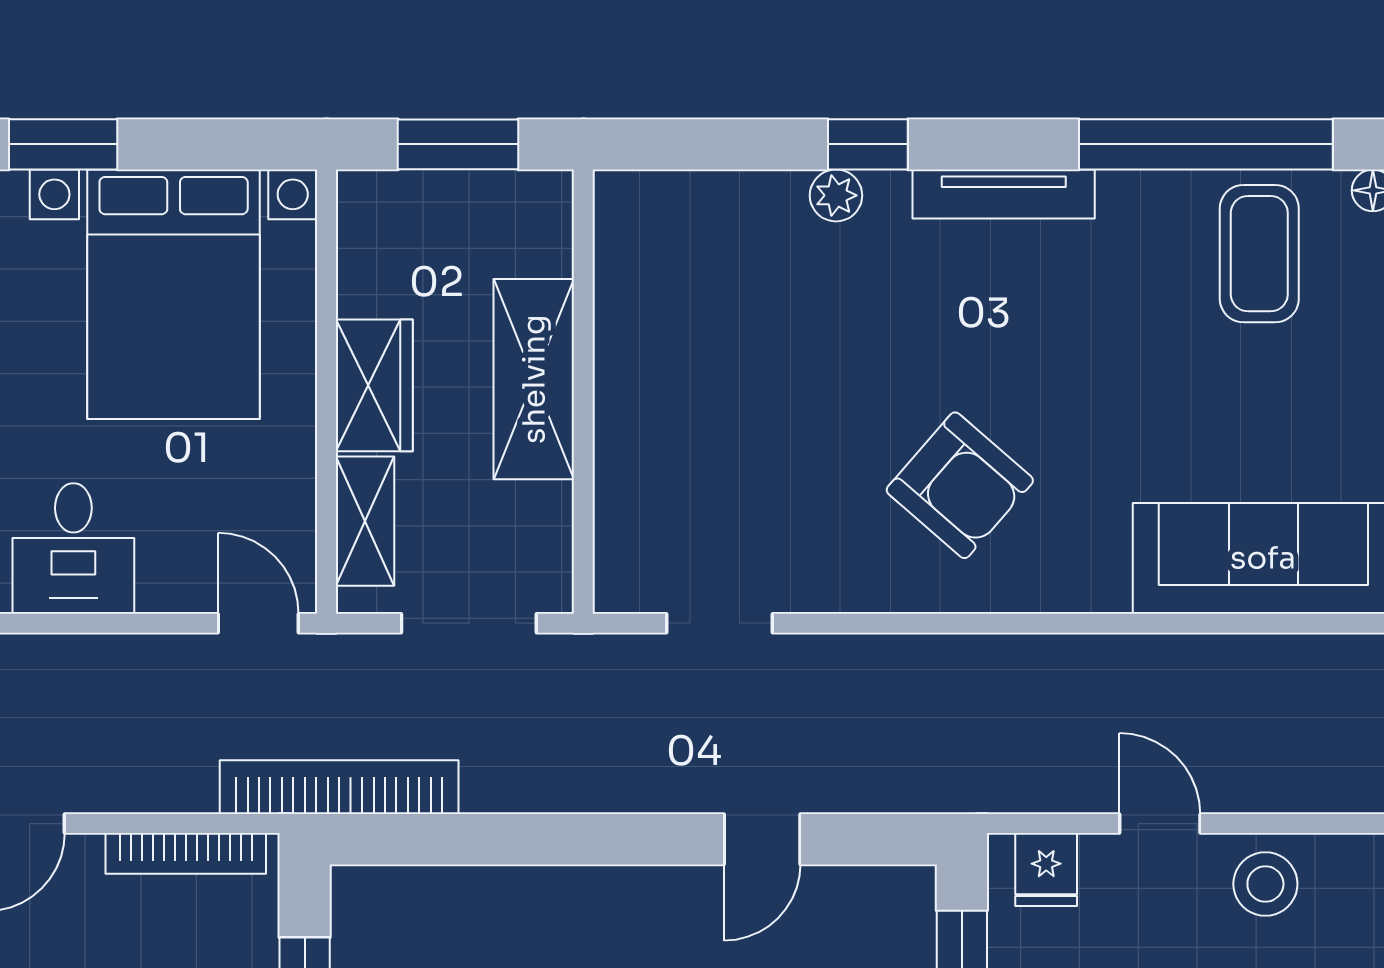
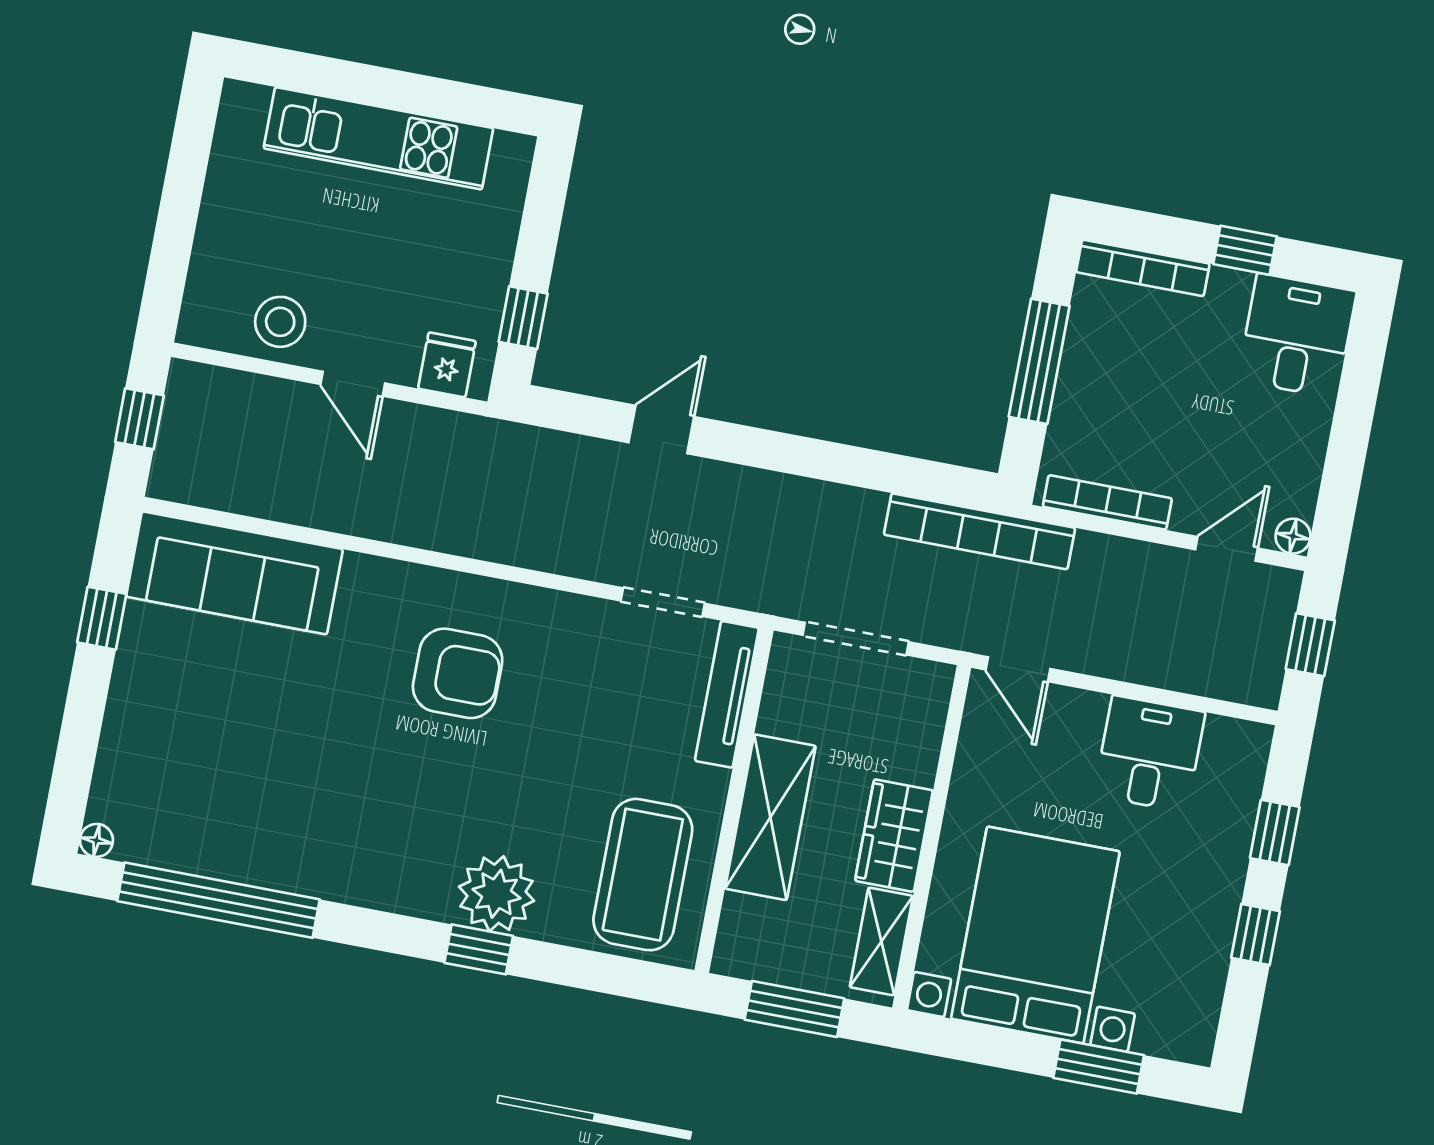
tv unit: (1004, 194) -> (727, 694), moved, turned -90
plant: (836, 195) -> (496, 894), width x1.88, depth x1.88
coffee table: (1259, 254) -> (643, 875), moved, width x1.36, depth x1.32
armchair: (960, 485) -> (458, 673), turned 139
shelving: (365, 521) -> (881, 941), moved

